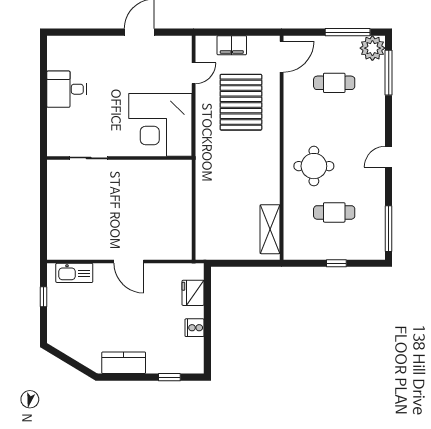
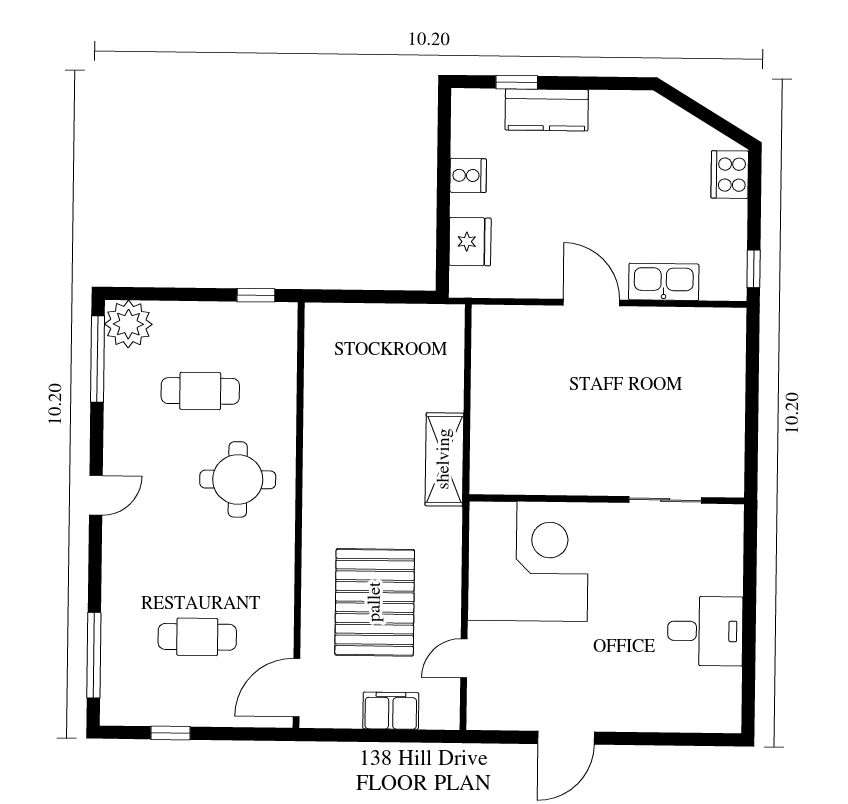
window: (348, 32) -> (171, 733), width x0.46
plant: (372, 48) -> (128, 324), moved
shelving: (270, 229) -> (444, 459), moved
window: (336, 263) -> (256, 295), moved
kitchen sink: (74, 273) -> (664, 282), moved
window: (43, 297) -> (754, 269), moved
cooker: (57, 330) -> (730, 175), added
kitchen counter: (124, 363) -> (547, 110), moved

